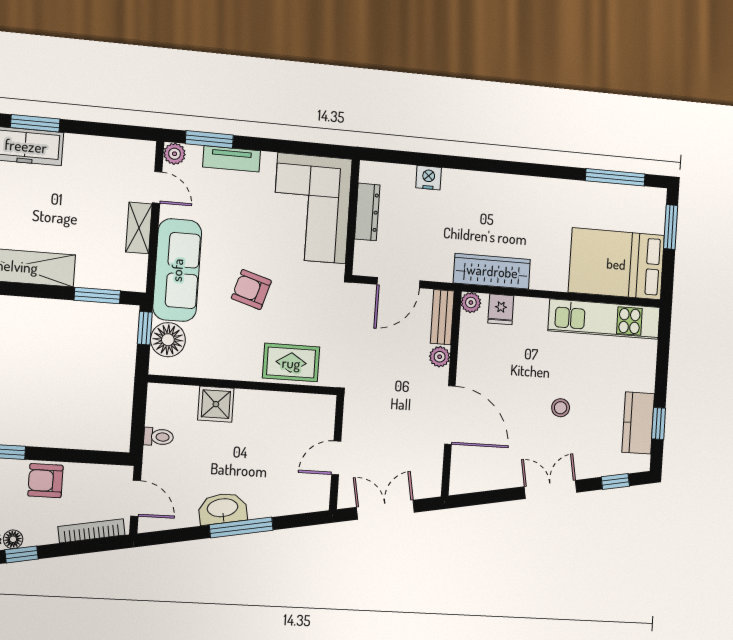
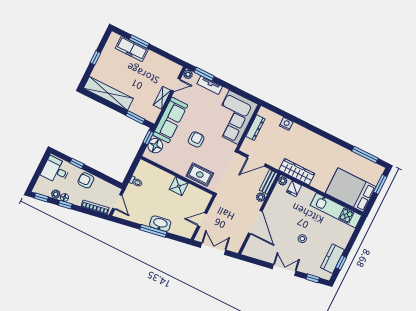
door: (157, 187) -> (176, 85), hinge flipped
armchair: (251, 290) -> (196, 139), turned 73
shower: (216, 404) -> (179, 186), moved
washbasin: (223, 509) -> (160, 224), moved

